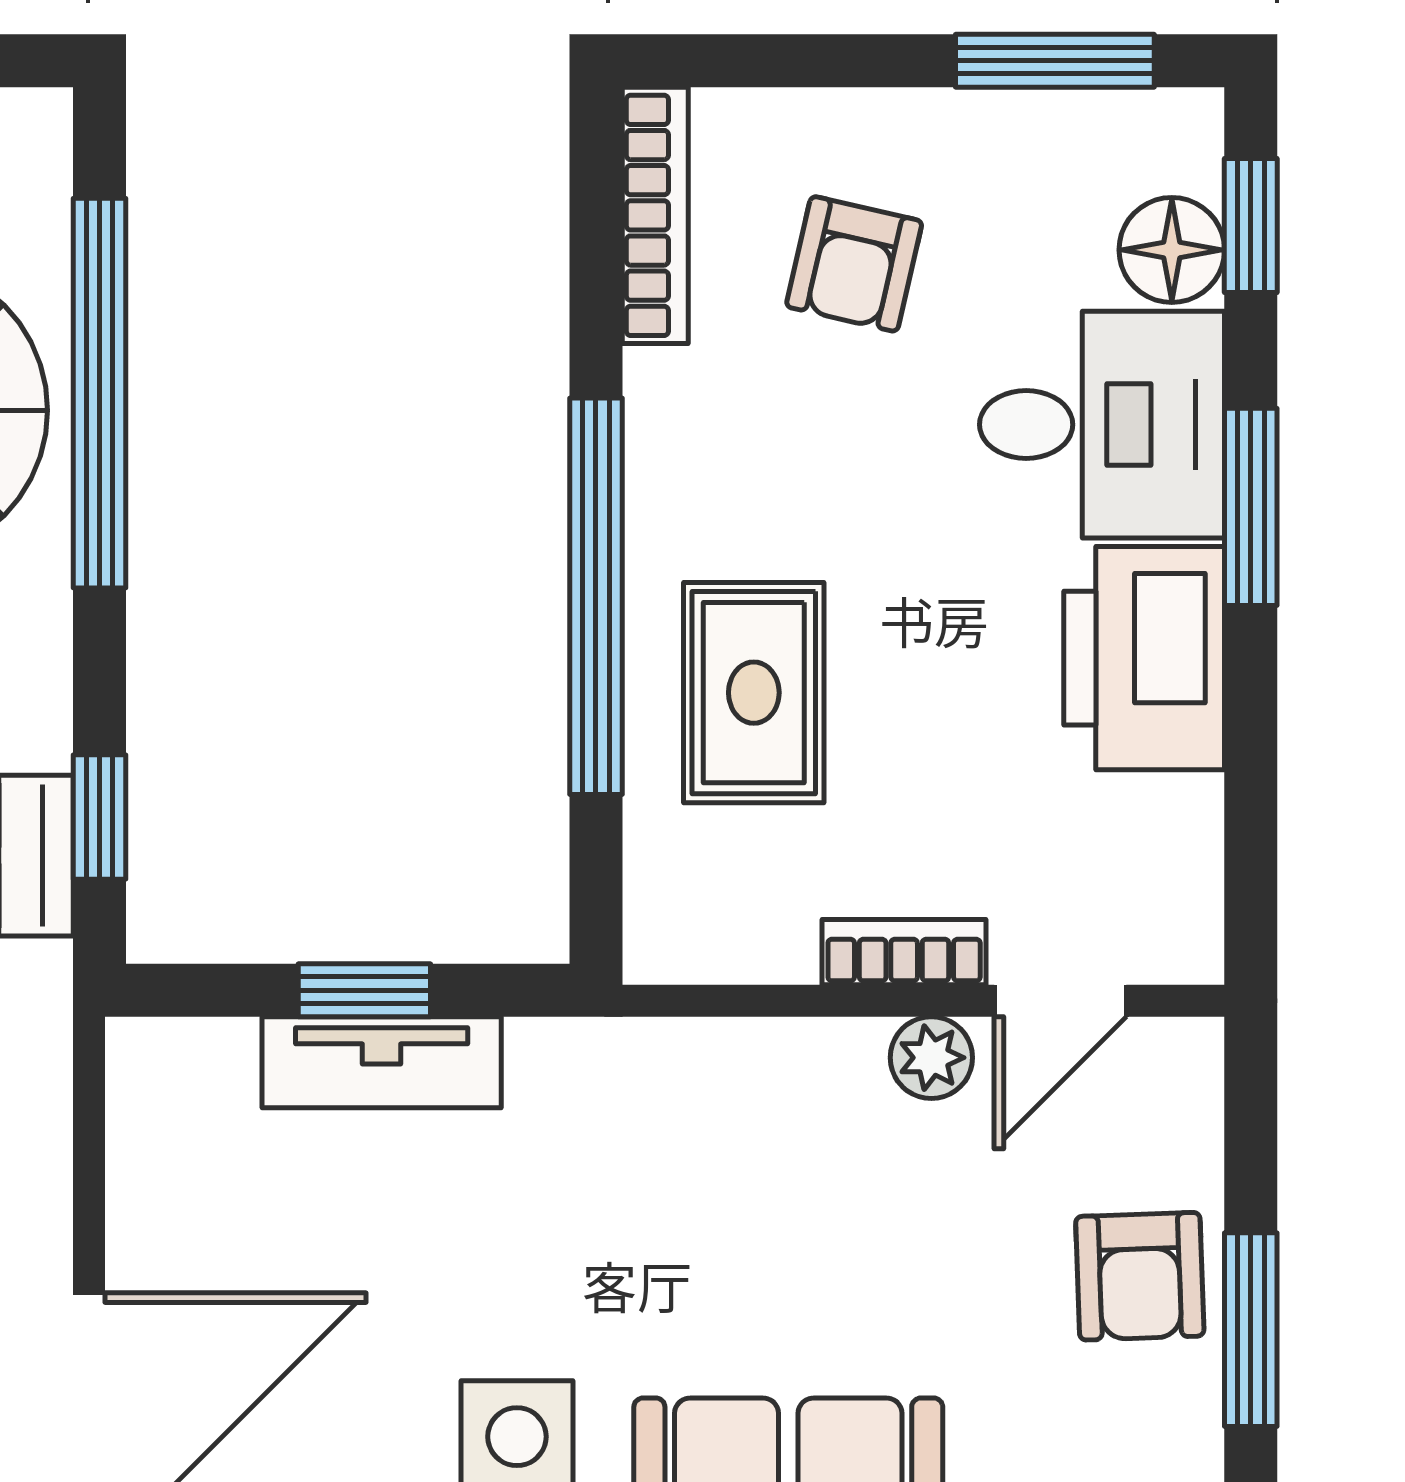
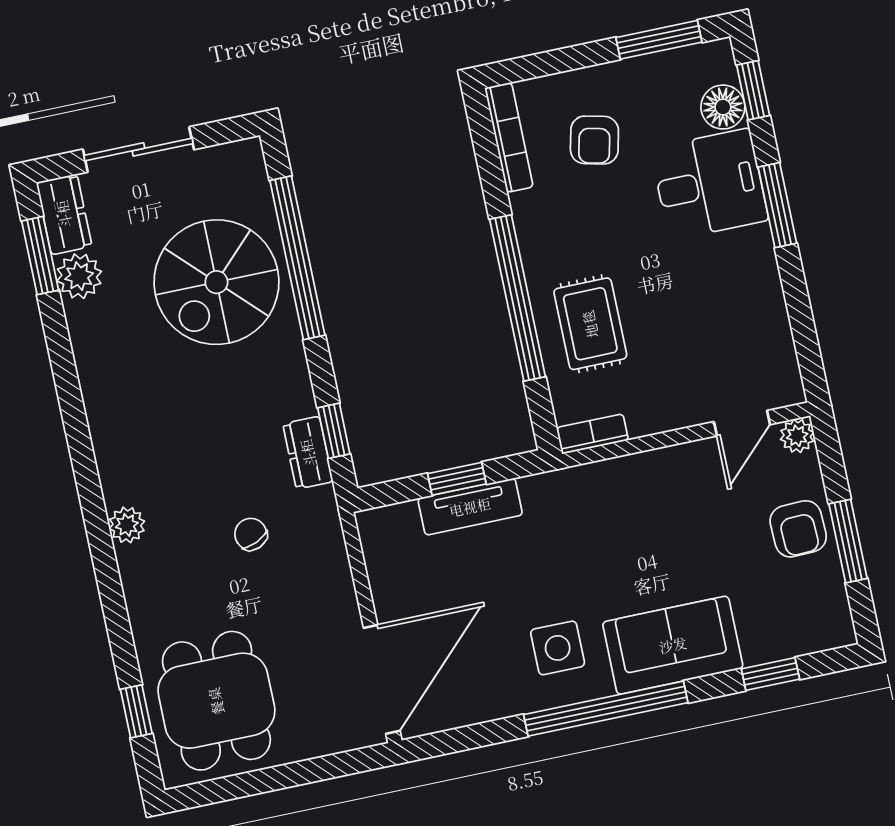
printer: (1144, 658) -> (747, 276), removed
bookcase: (904, 952) -> (592, 434), moved
plant: (931, 1058) -> (797, 436), moved

